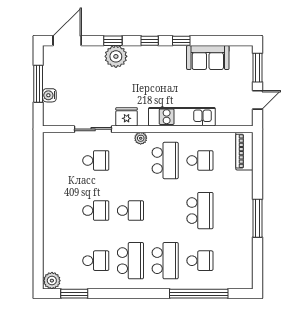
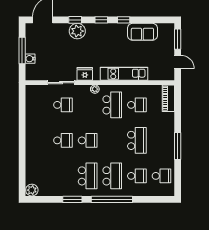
door: (257, 100) -> (178, 62), hinge flipped
school desk: (96, 261) -> (161, 176), moved
window: (74, 294) -> (72, 199), moved
window: (199, 294) -> (112, 199), moved

